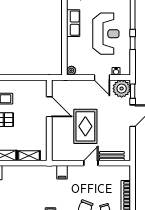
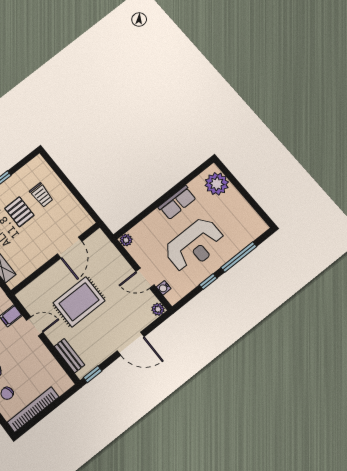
door: (102, 77) -> (145, 278), hinge flipped
plant: (122, 89) -> (158, 309), width x0.53, depth x0.53
window: (133, 91) -> (93, 374), moved
door: (91, 163) -> (35, 326), moved

